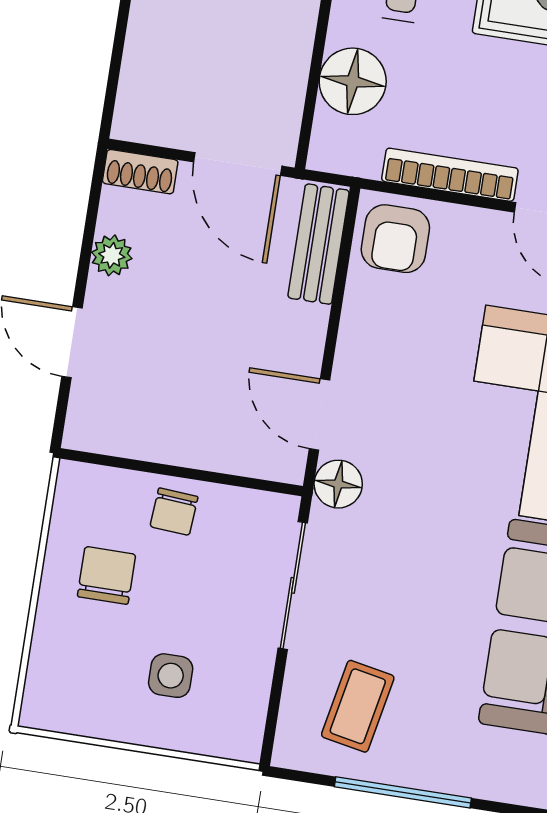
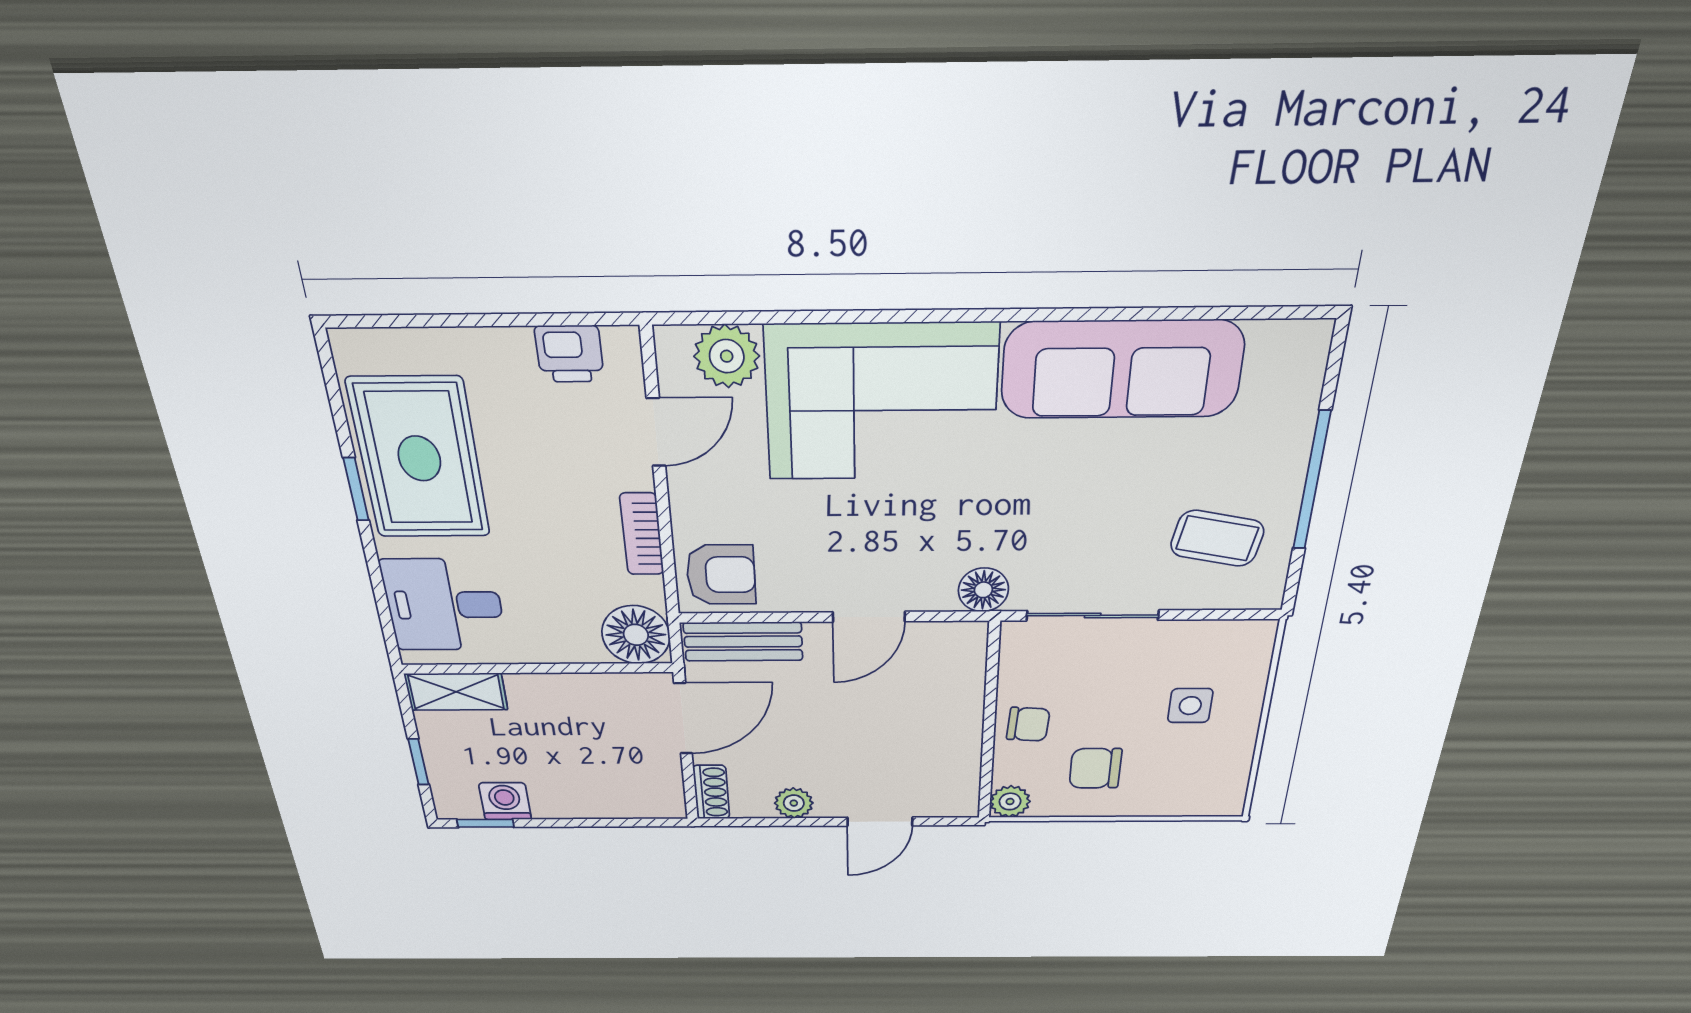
floor lamp: (353, 81) -> (636, 635), moved
bookcase: (450, 175) -> (642, 534), width x0.64
door: (320, 414) -> (869, 617), moved
plant: (77, 483) -> (1010, 801), added

